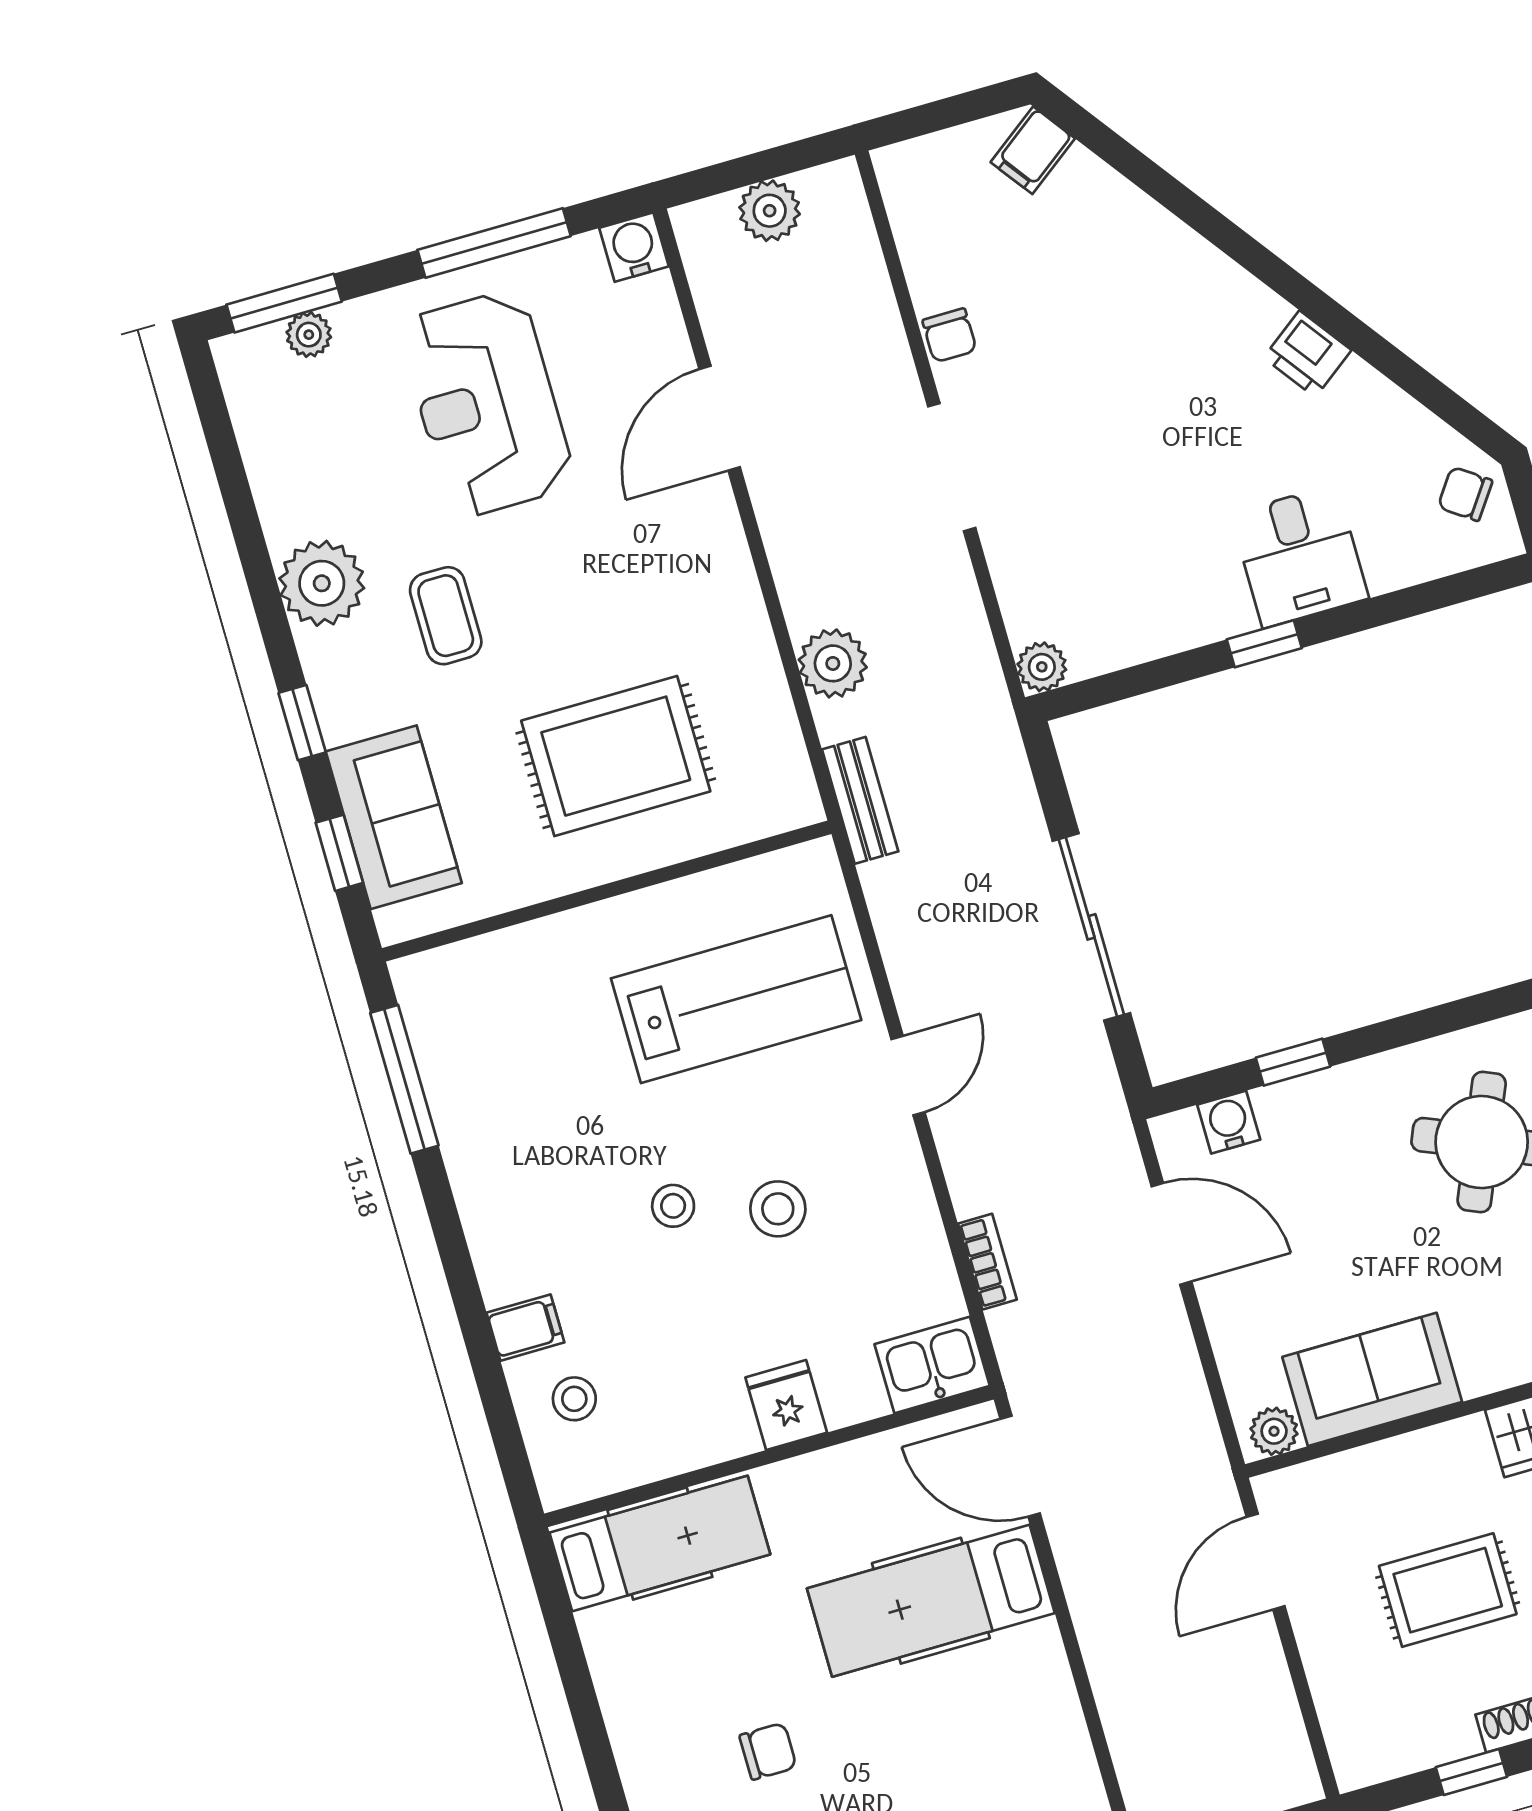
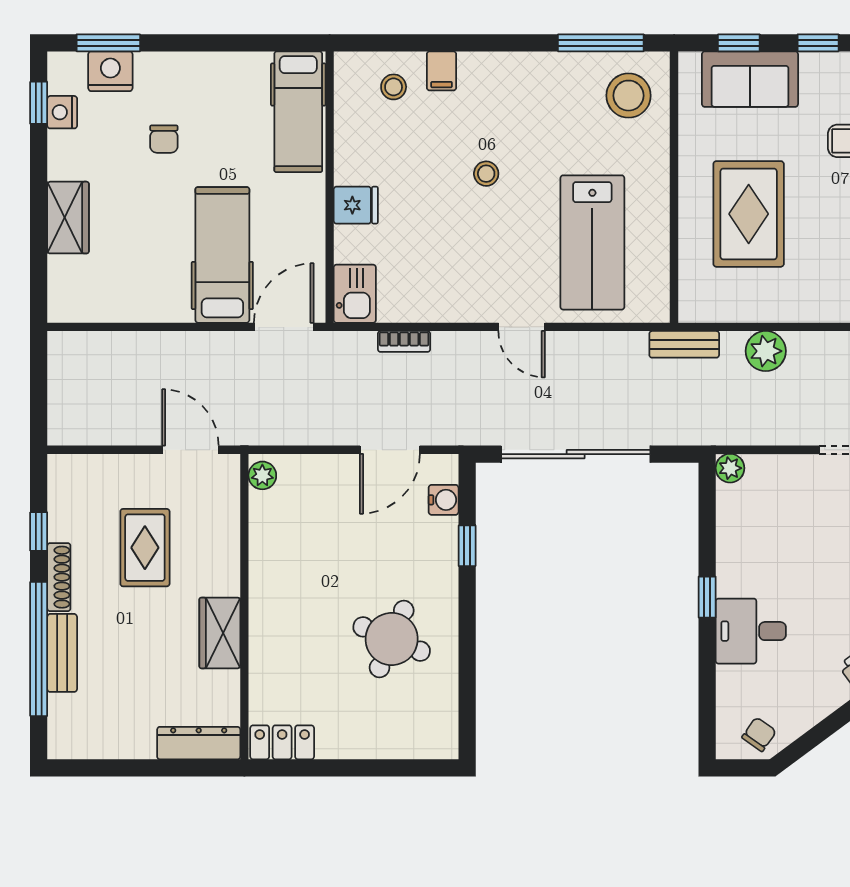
sliding door: (1091, 927) -> (576, 454), width x1.36
stool: (778, 1209) -> (629, 96), moved, width x1.38, depth x1.38
sofa: (1372, 1379) -> (276, 539), removed

